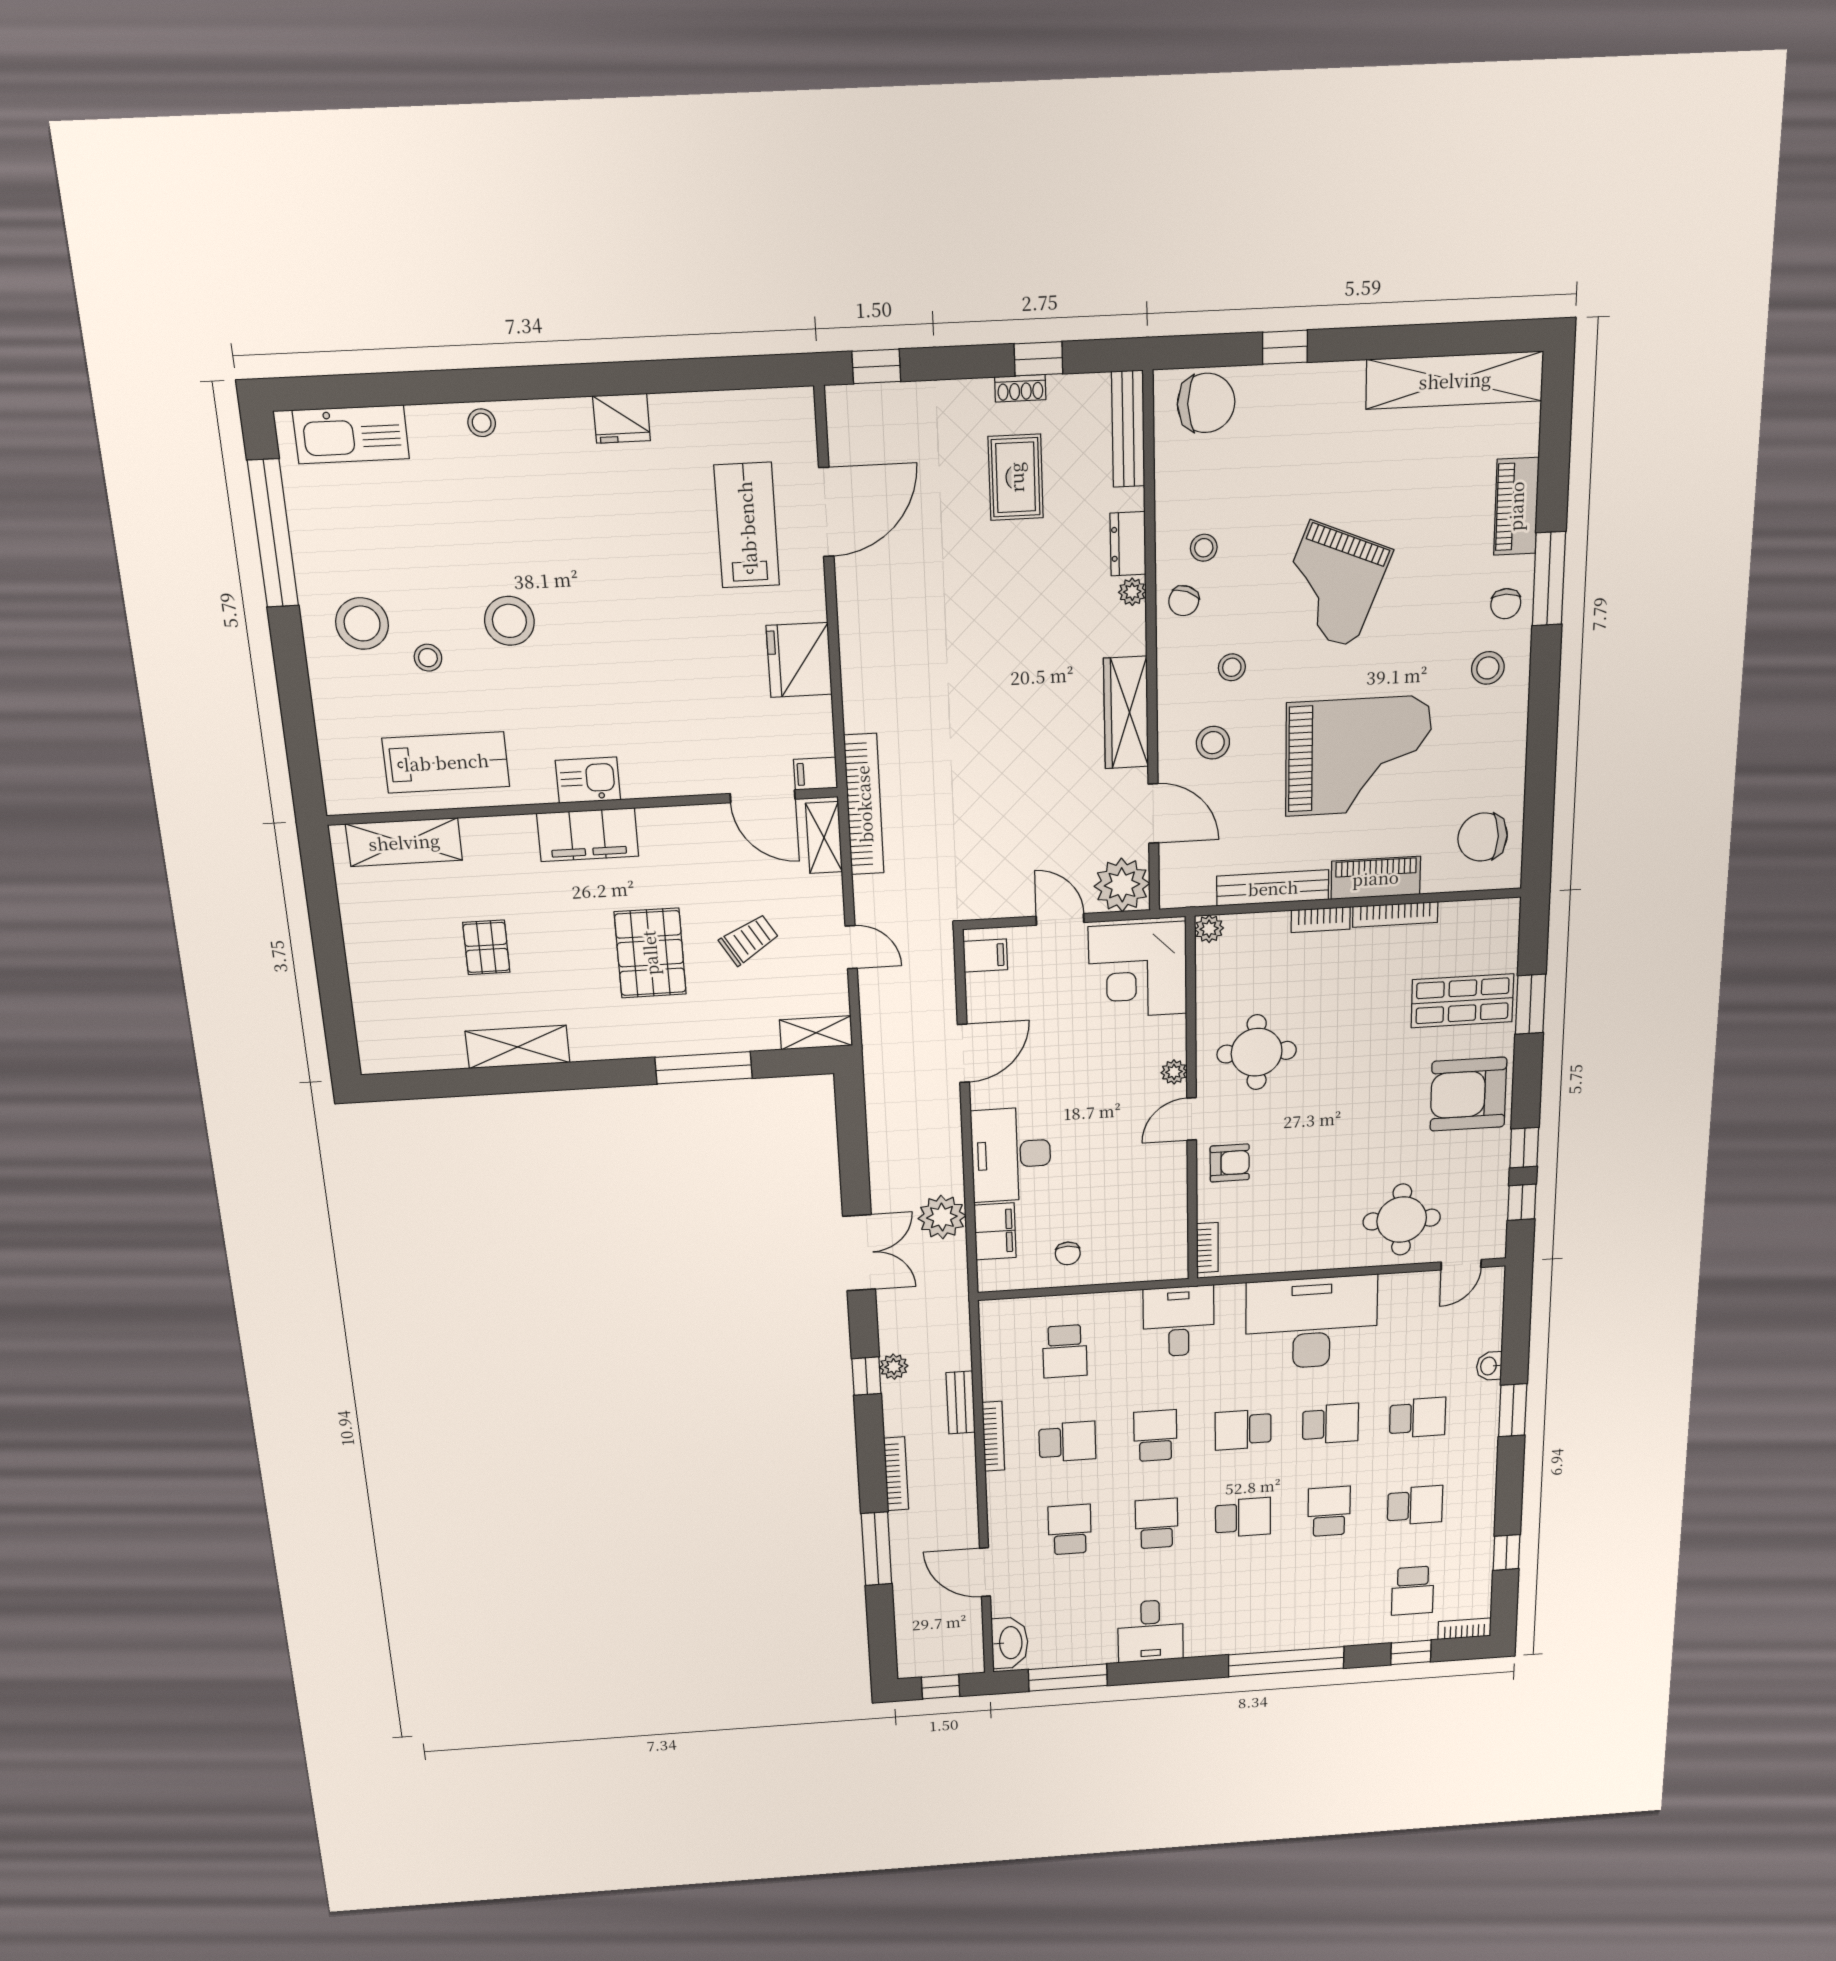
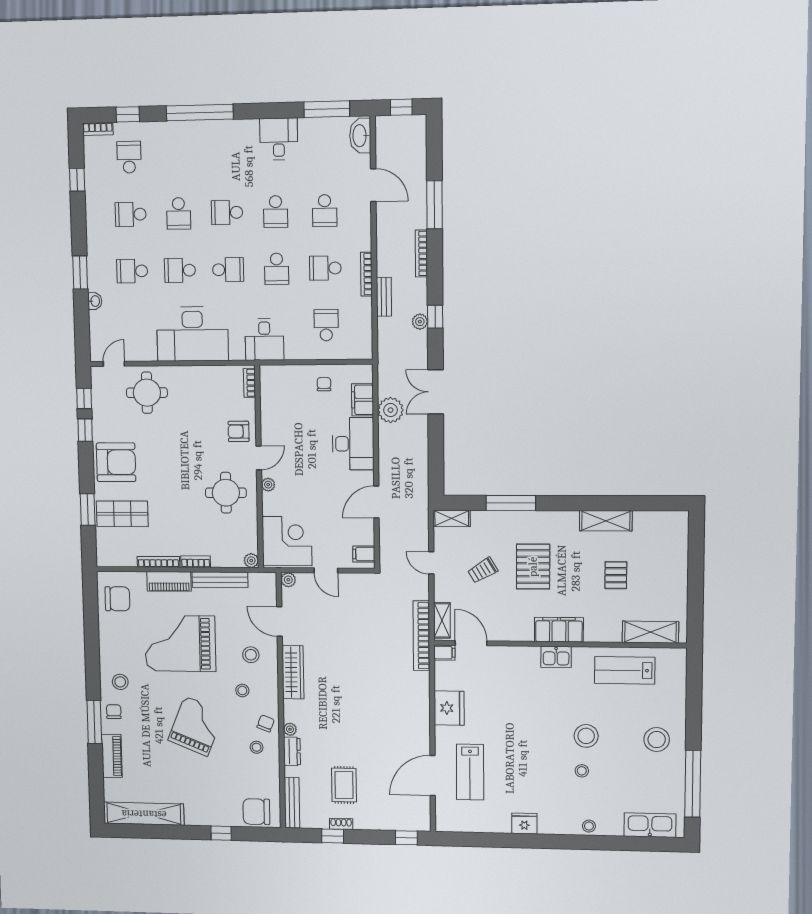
stool: (428, 658) -> (582, 771), moved
plant: (1122, 885) -> (288, 580), width x0.53, depth x0.53

